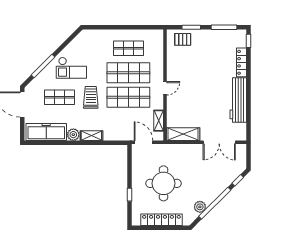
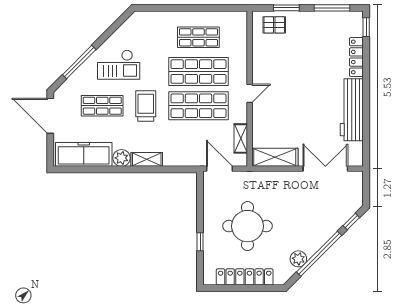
double door: (219, 142) -> (325, 169), swing flipped

